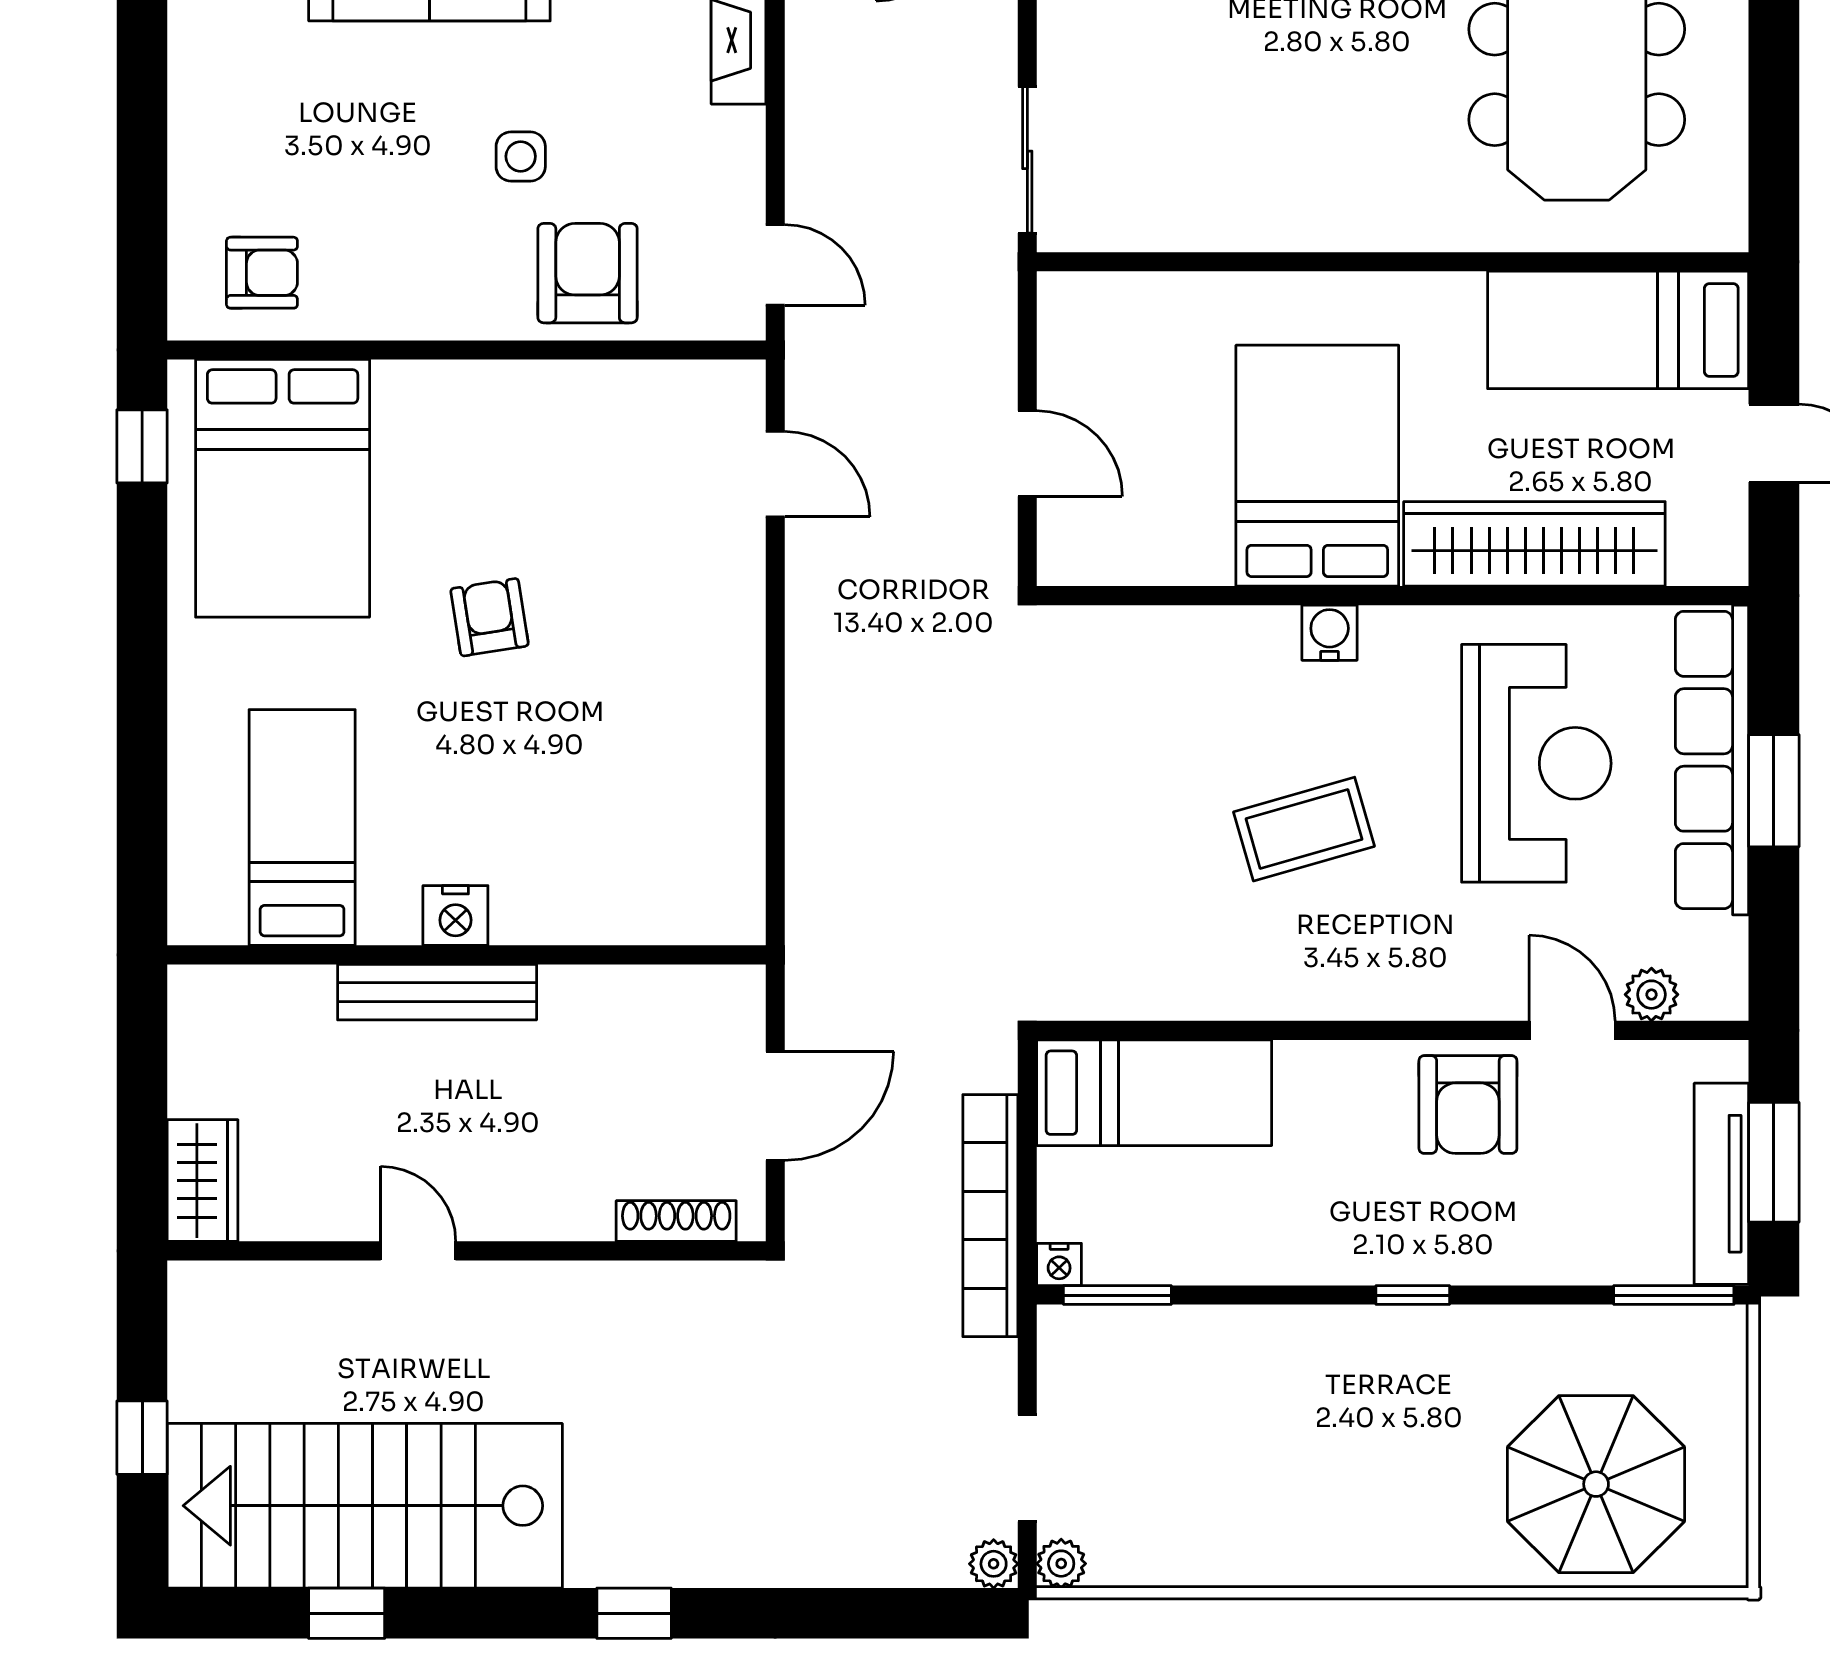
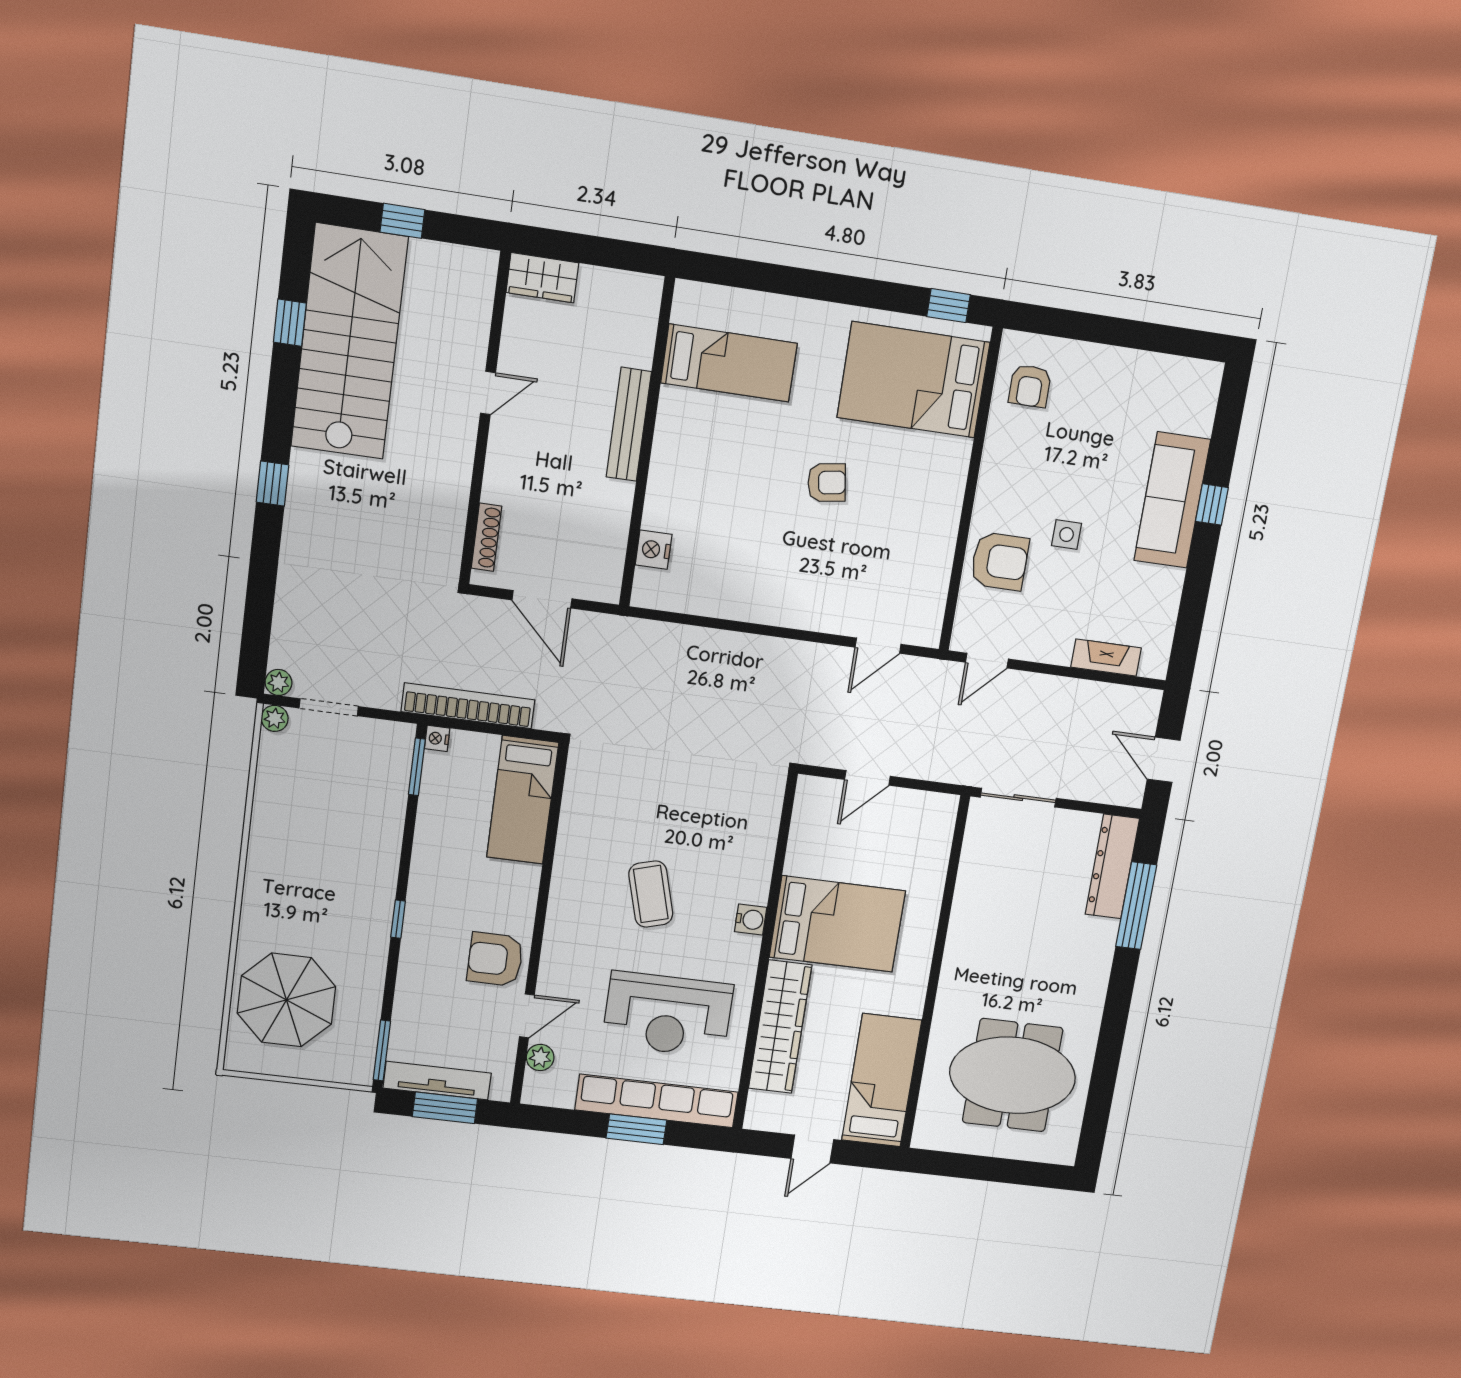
nightstand: (455, 915) -> (654, 550), moved

